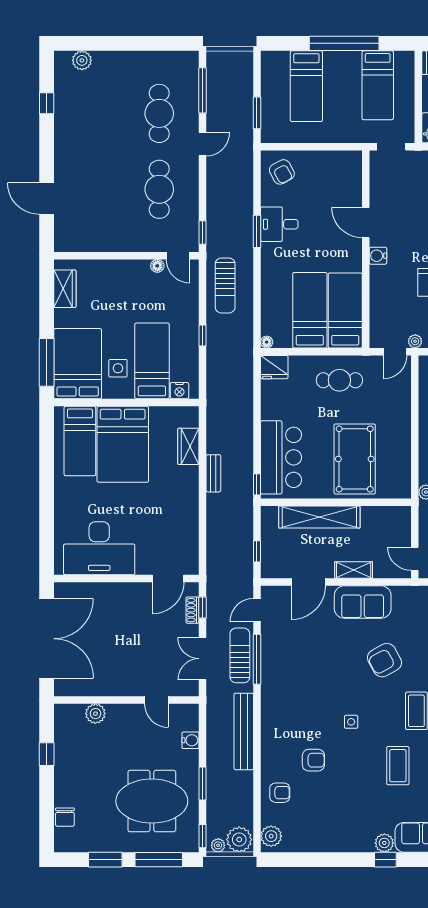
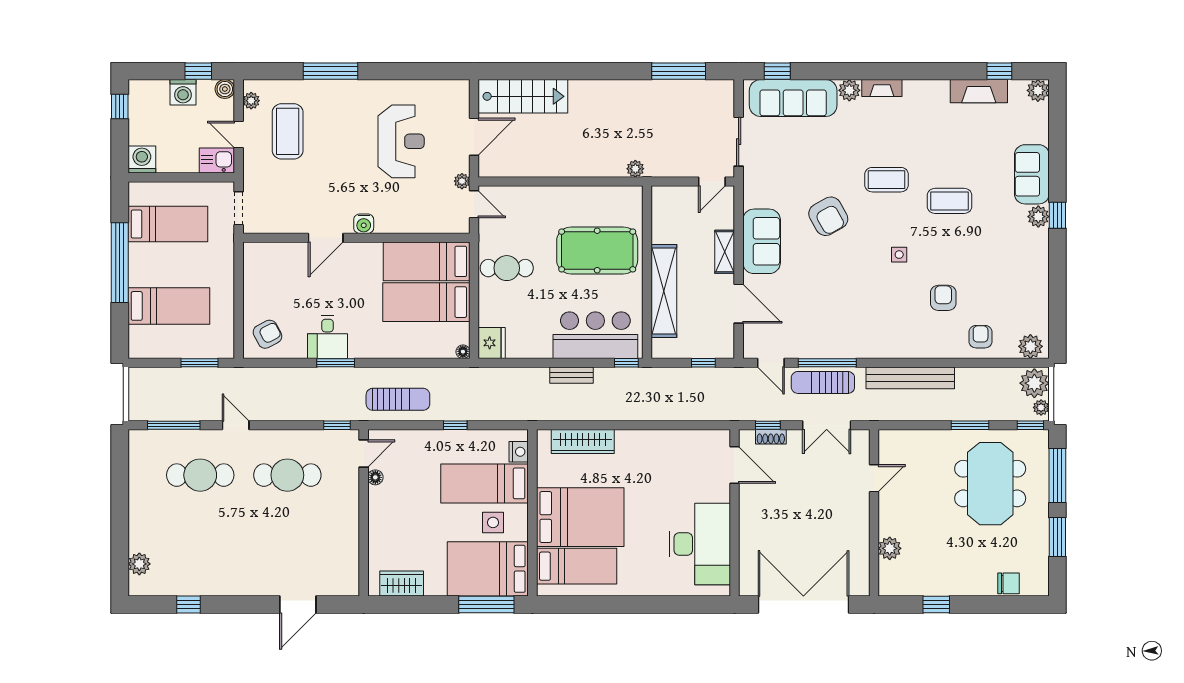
cafe table: (339, 380) -> (507, 268), turned 90
wardrobe: (188, 446) -> (583, 442), width x1.50
bench: (213, 473) -> (572, 375), moved
water cooler: (190, 740) -> (920, 439), removed

